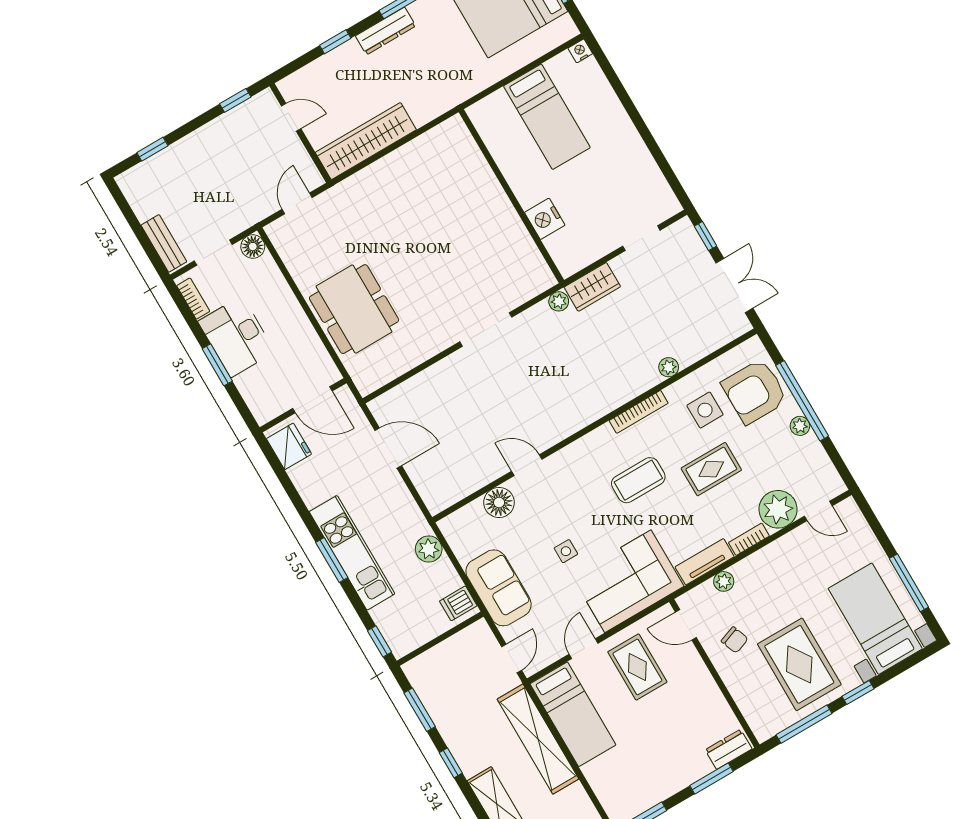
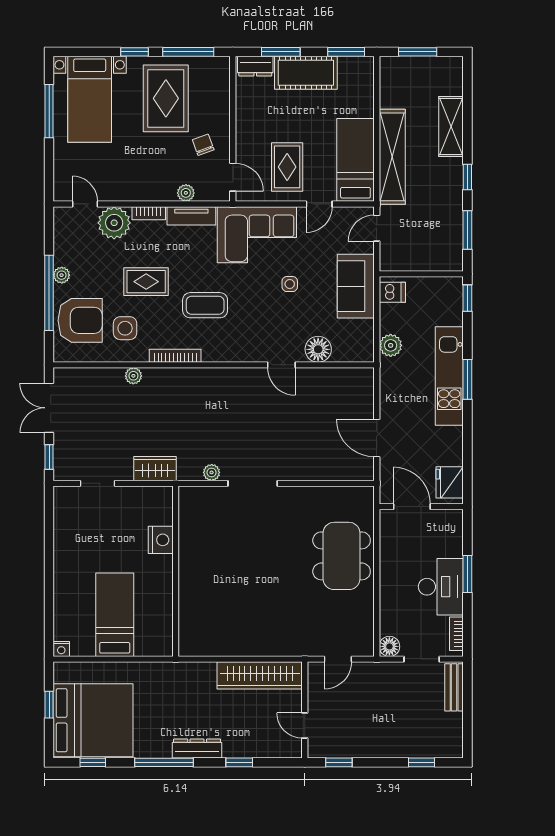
plant: (559, 301) -> (212, 472), moved
cot: (674, 772) -> (306, 73), added

